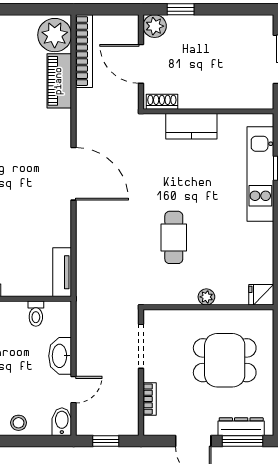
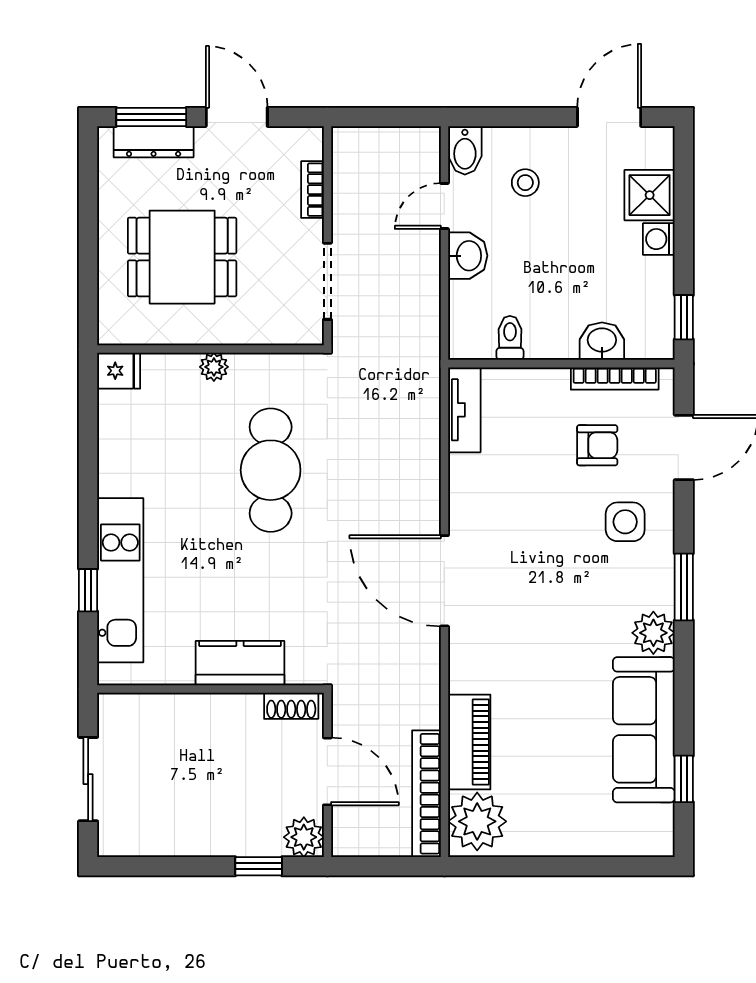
cafe table: (174, 237) -> (271, 470), width x1.37, depth x1.35
washbasin: (60, 356) -> (468, 256), width x0.72
stool: (19, 423) -> (525, 183), moved
window: (106, 441) -> (389, 117), removed

